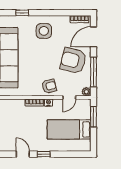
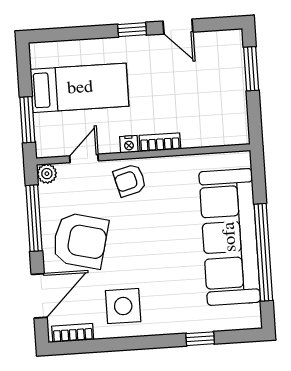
side table: (44, 31) -> (123, 306), moved

